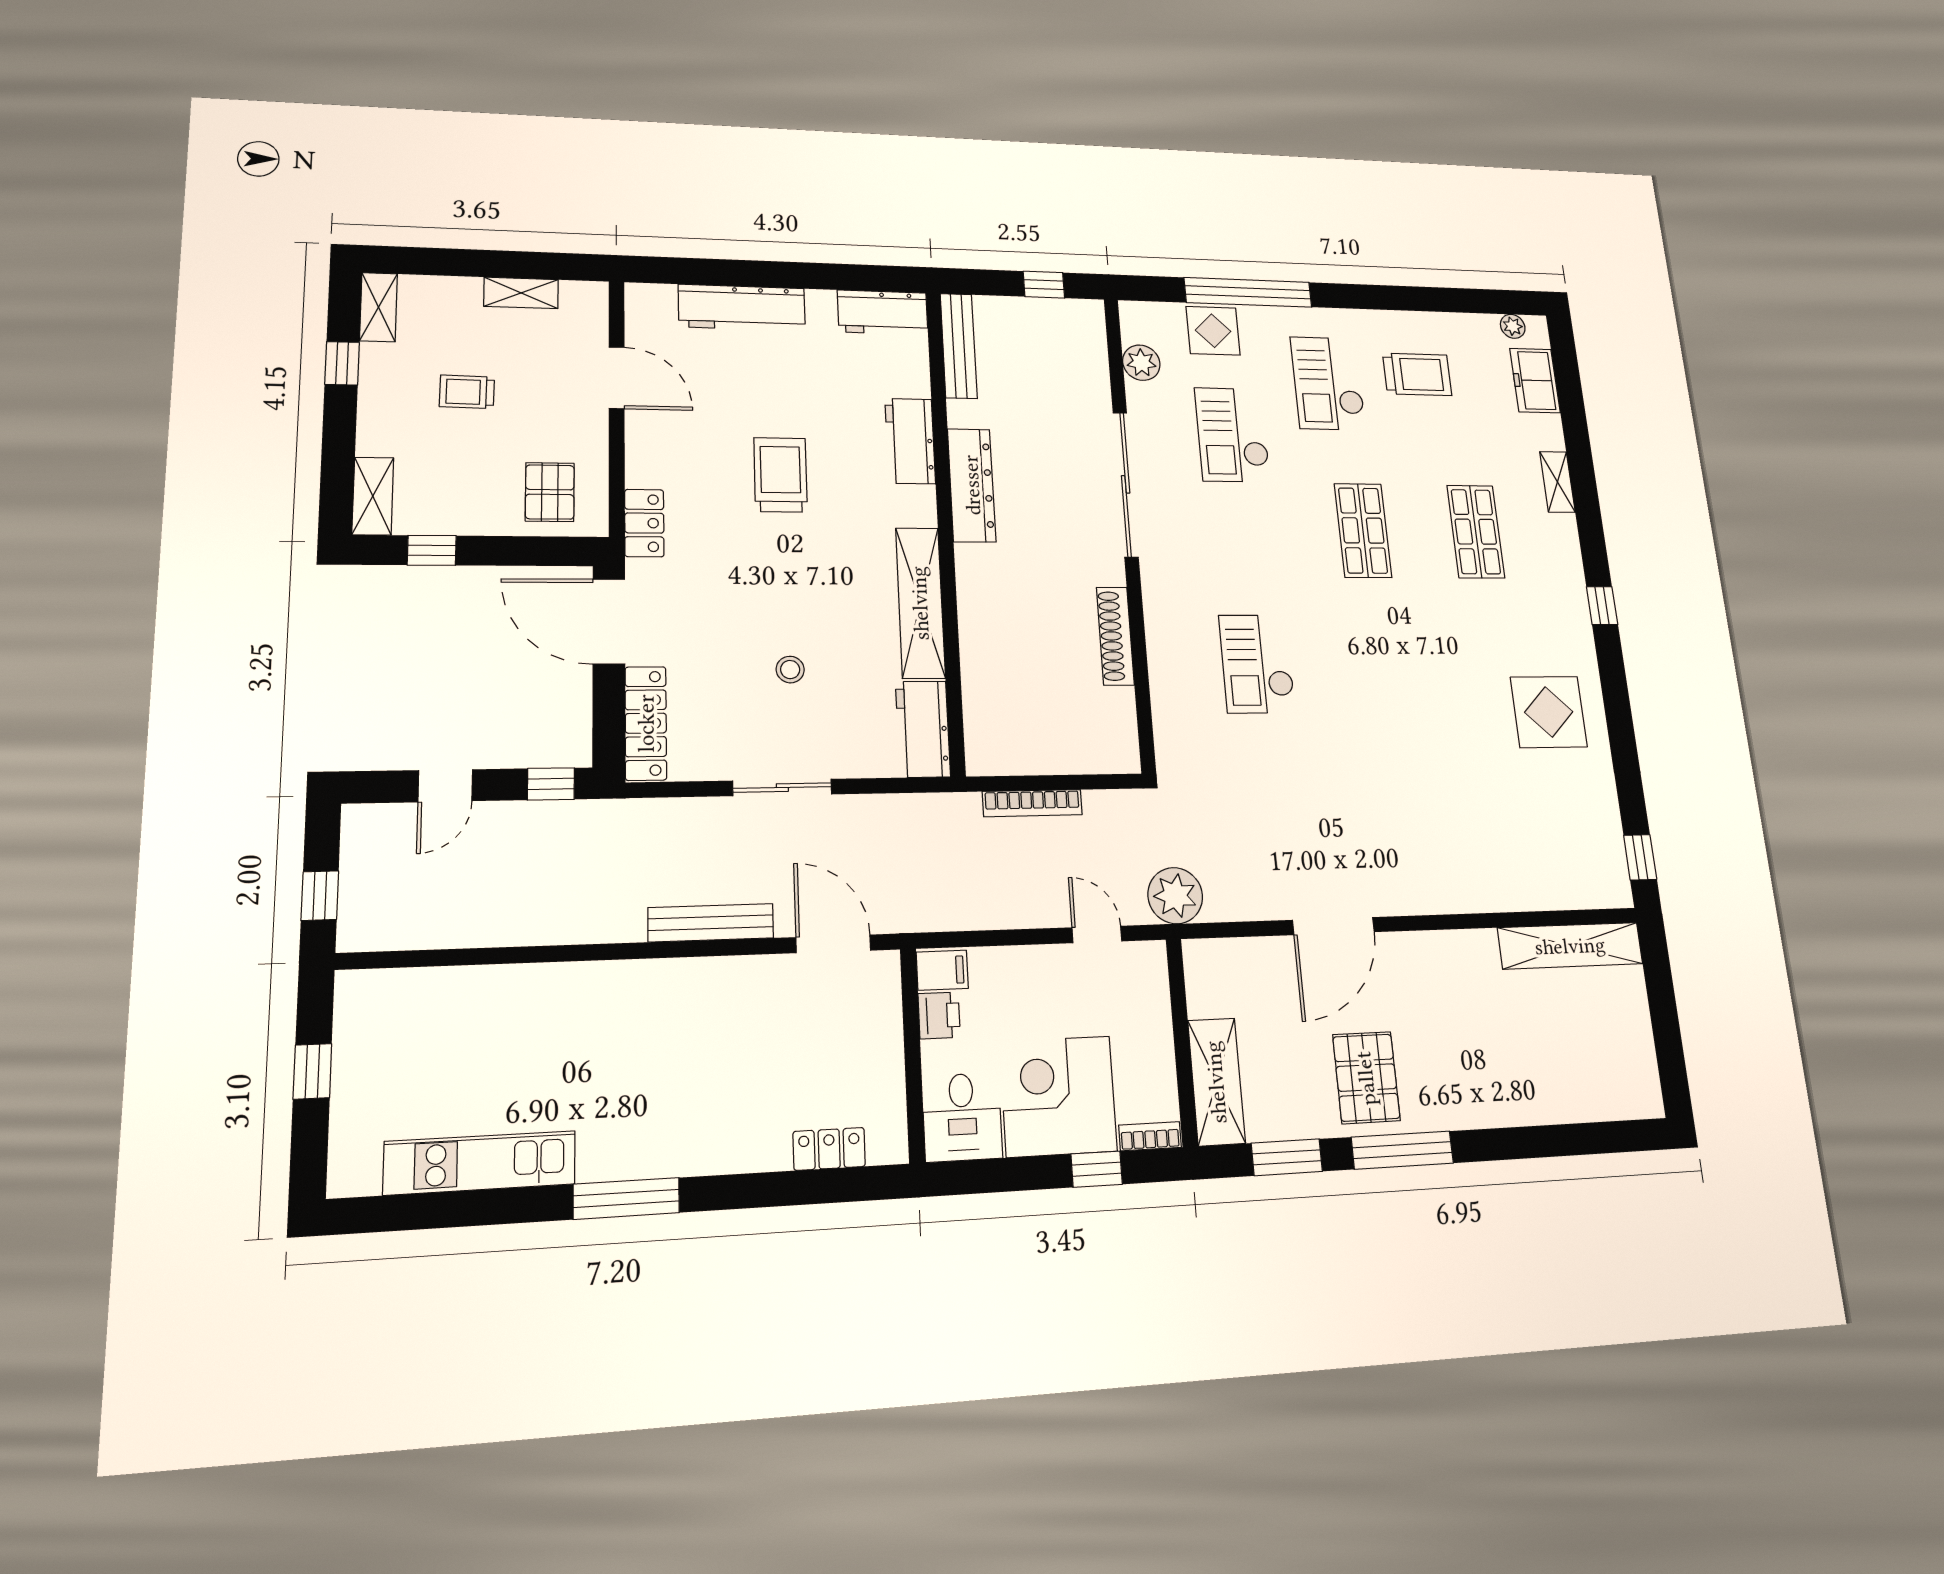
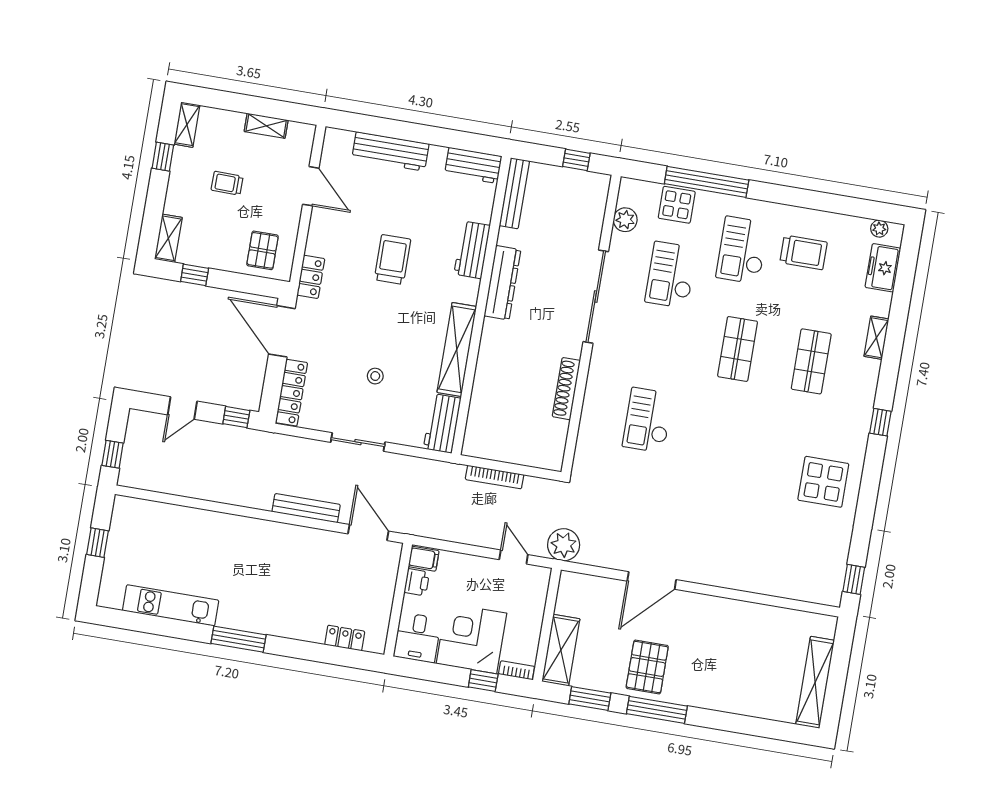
shelving: (1570, 946) -> (815, 682), moved, turned 90

